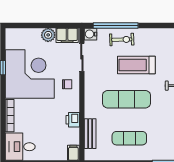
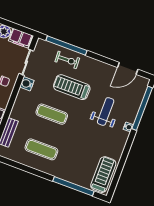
water cooler: (90, 34) -> (27, 84), moved
exercise mat: (127, 99) -> (52, 114), width x0.73, depth x0.69

